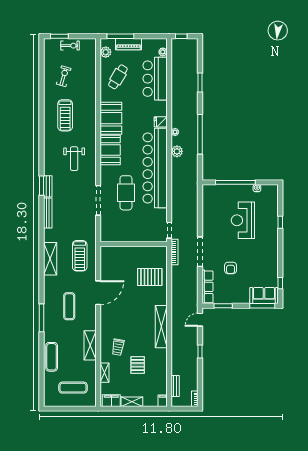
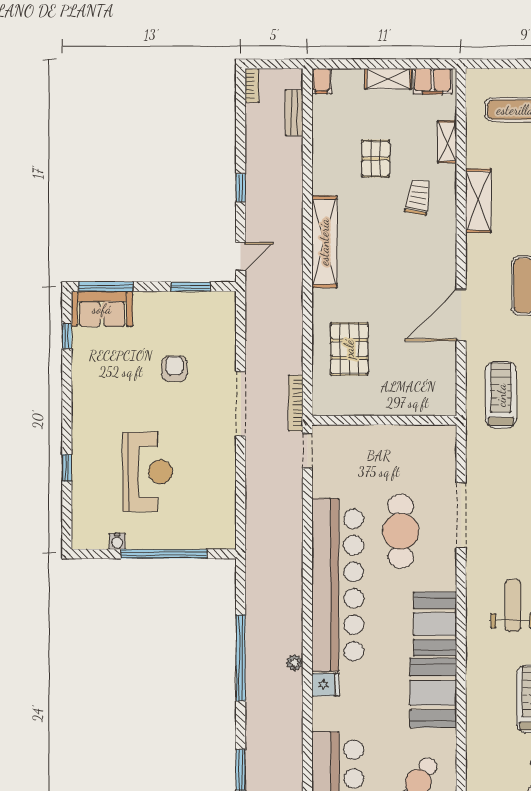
plant: (177, 151) -> (290, 621), removed
pallet: (150, 277) -> (349, 349), turned 90
row of seats: (207, 287) -> (224, 328), removed

